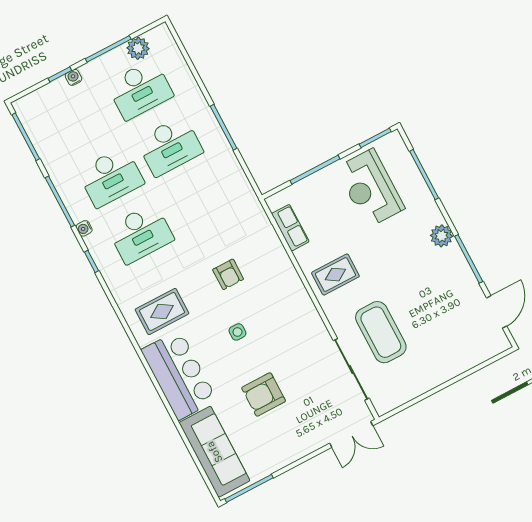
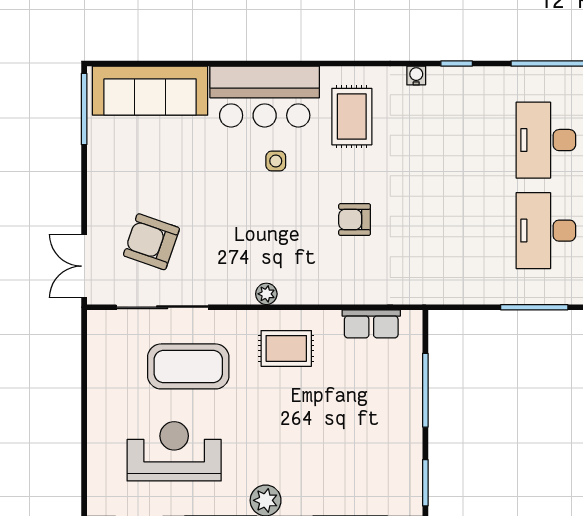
reception desk: (370, 188) -> (174, 451), moved
water cooler: (84, 228) -> (416, 76), moved
desk: (140, 233) -> (459, 140), removed
rug: (335, 275) -> (286, 348), turned 90
plant: (307, 306) -> (266, 294), added
side table: (237, 332) -> (276, 161), moved
armchair: (264, 394) -> (151, 242), moved, turned -71

